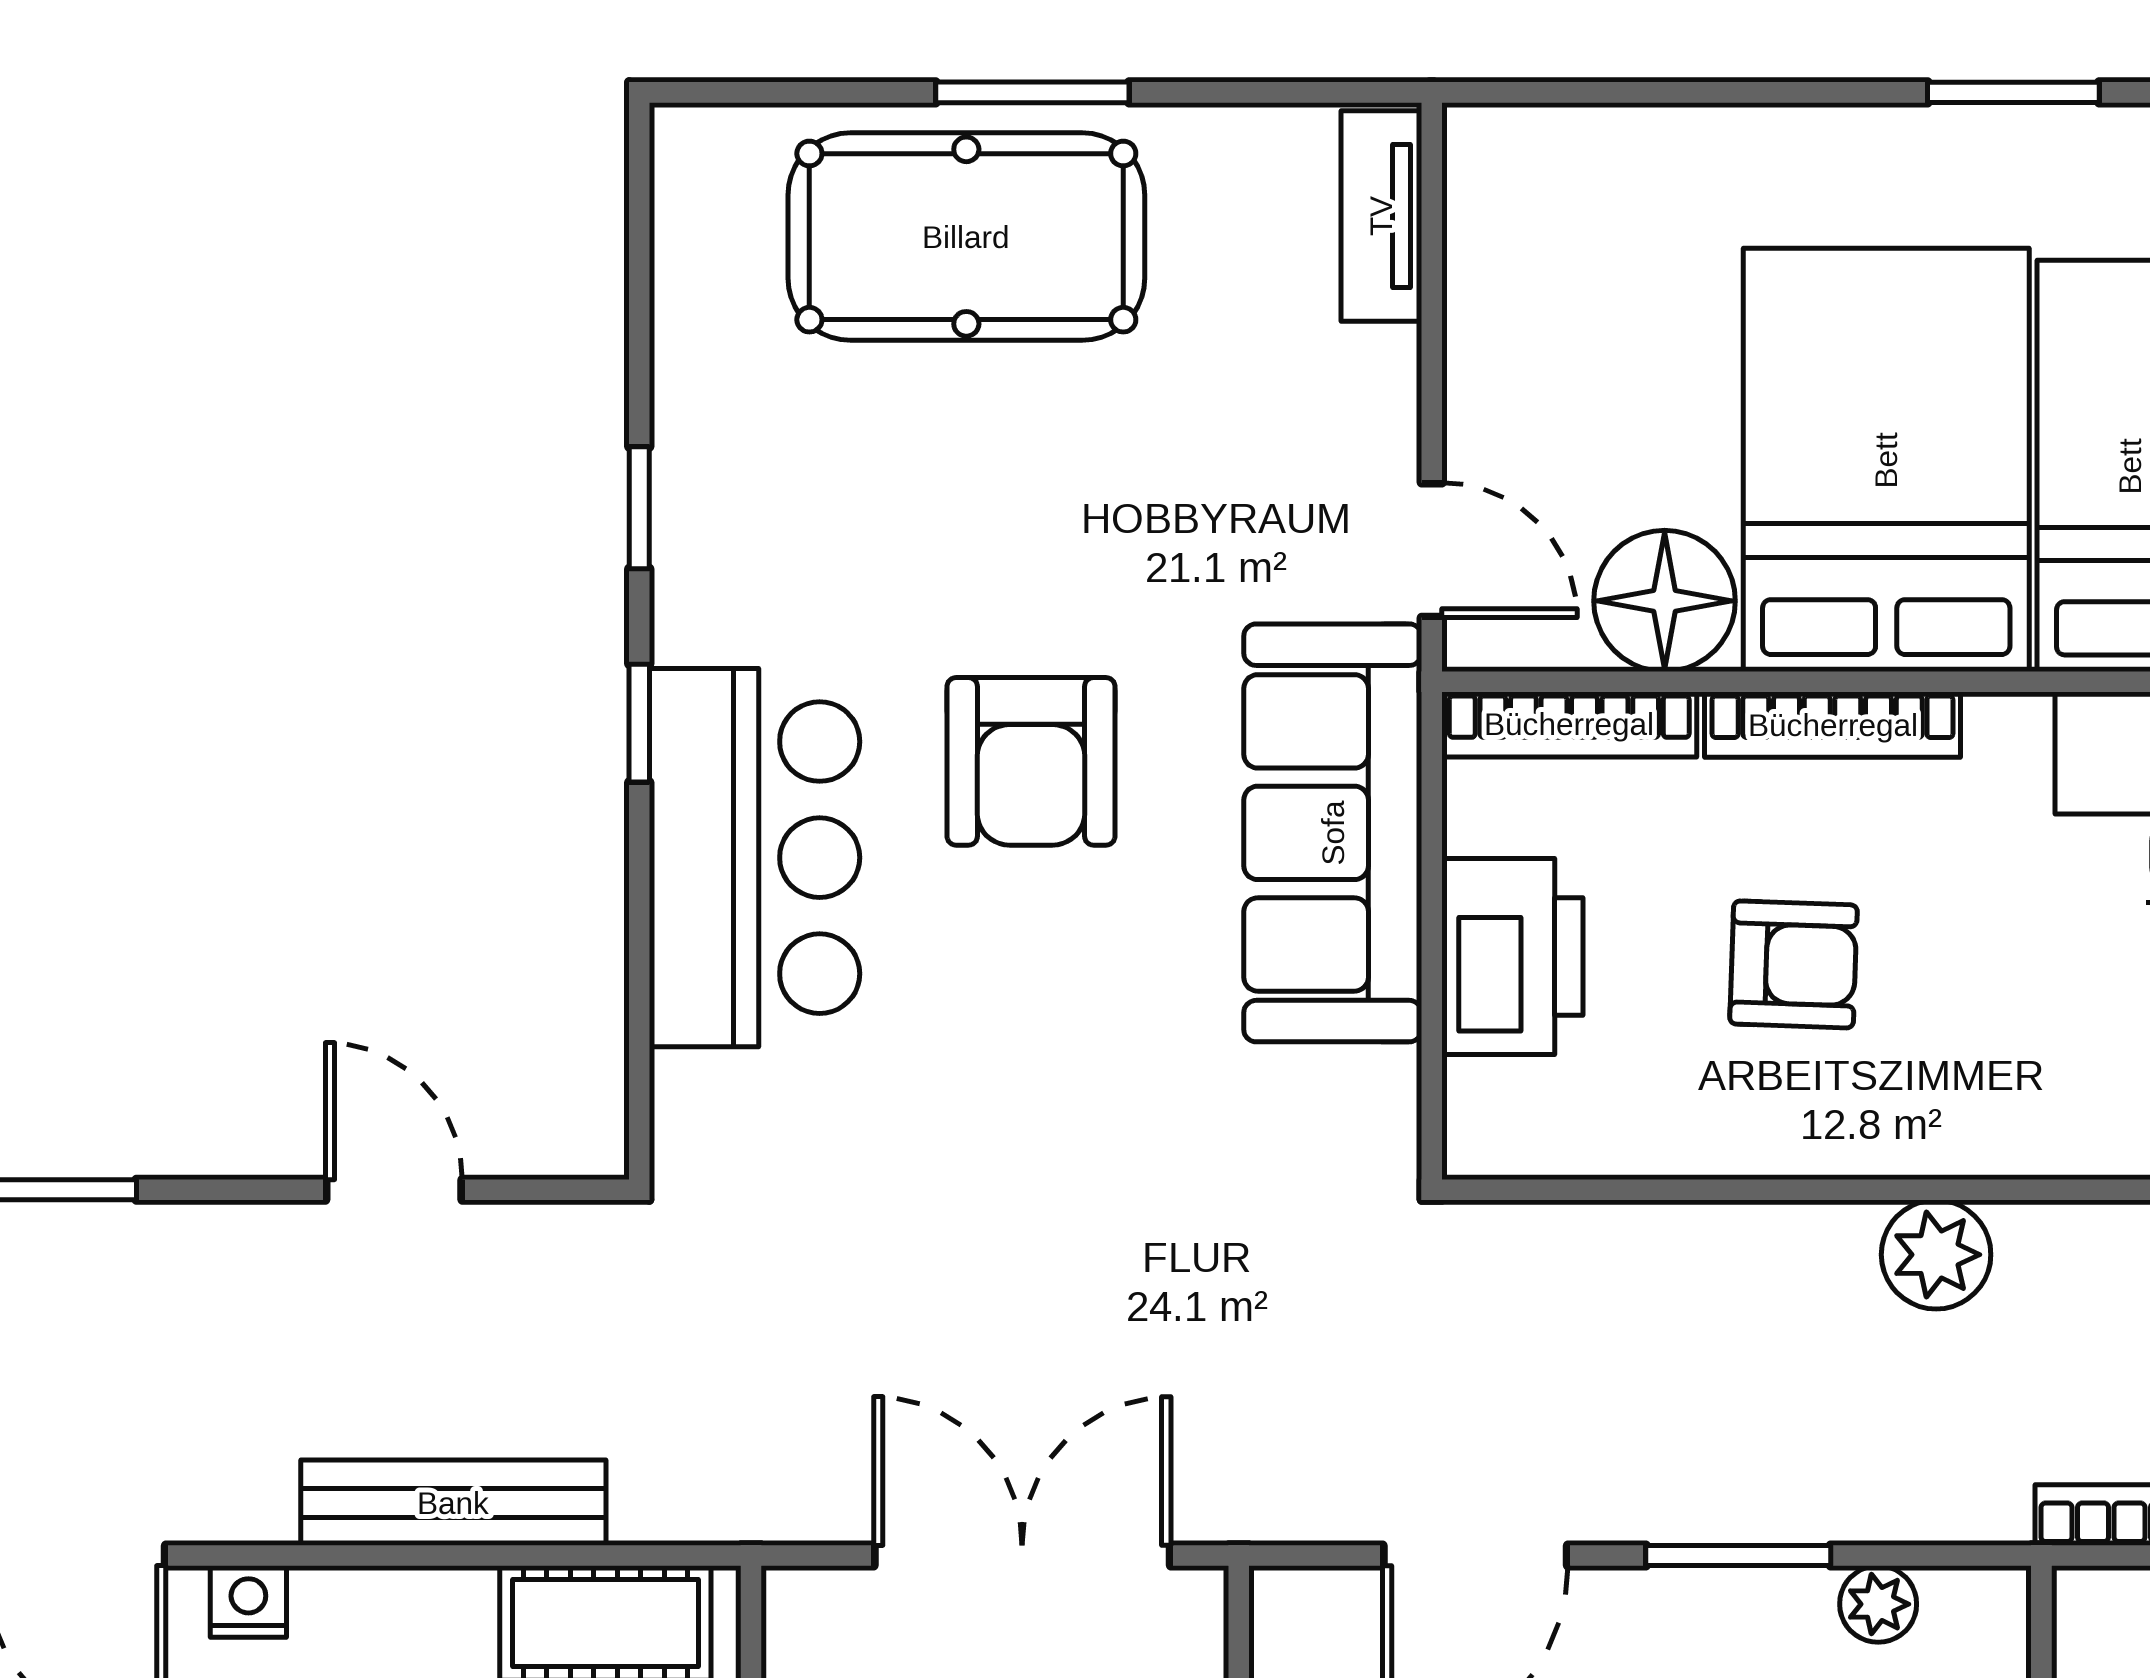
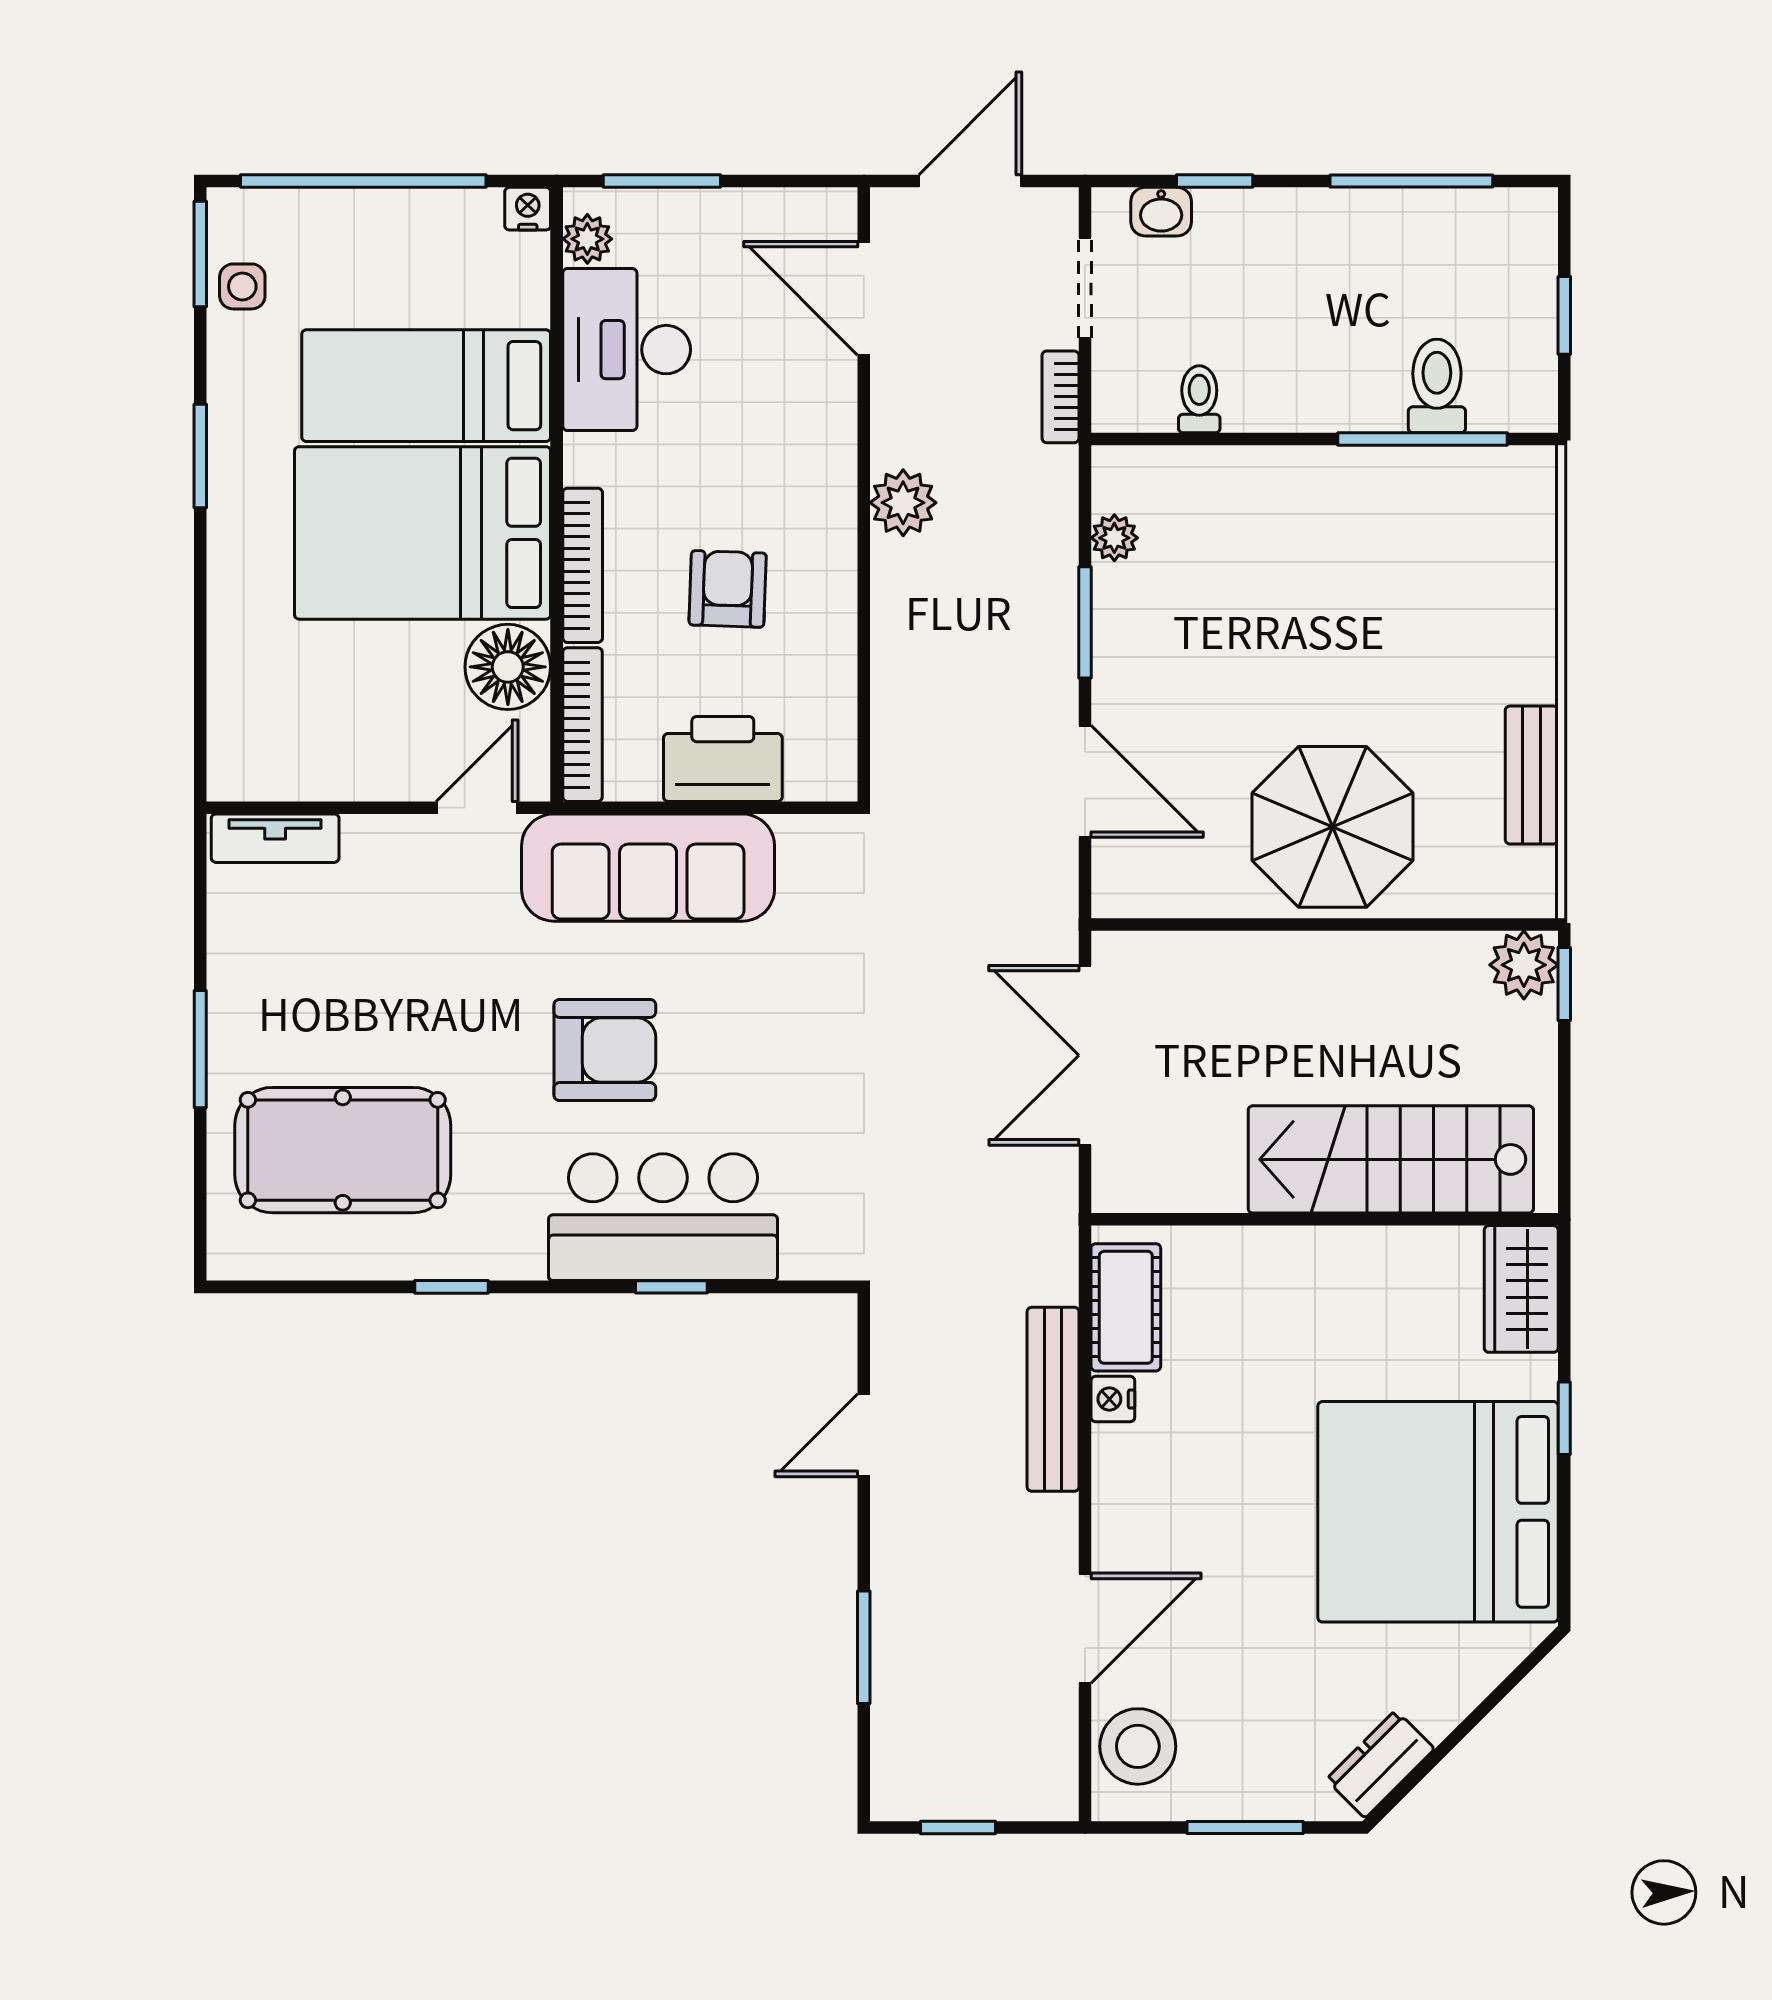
pool table: (966, 237) -> (343, 1150), moved, turned 90
window: (639, 723) -> (671, 1287), moved
nightstand: (248, 1602) -> (1113, 1399), moved

